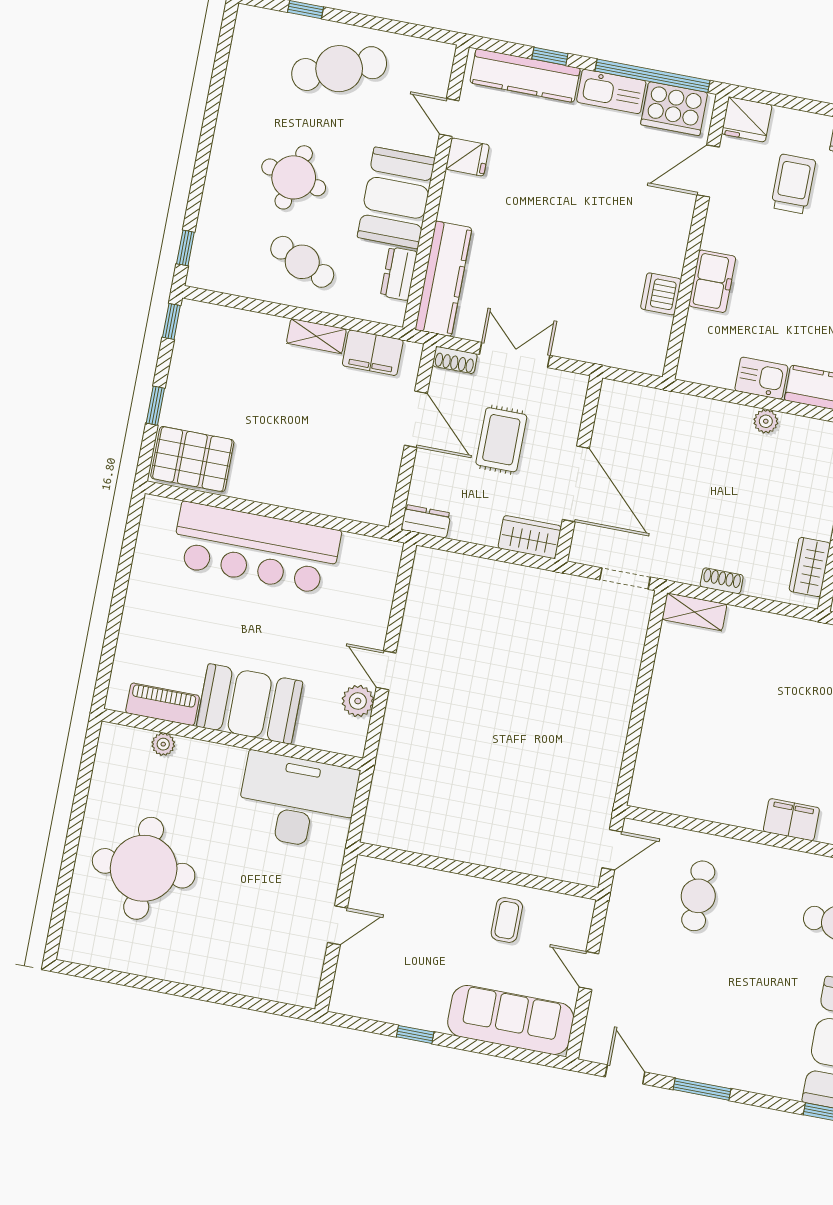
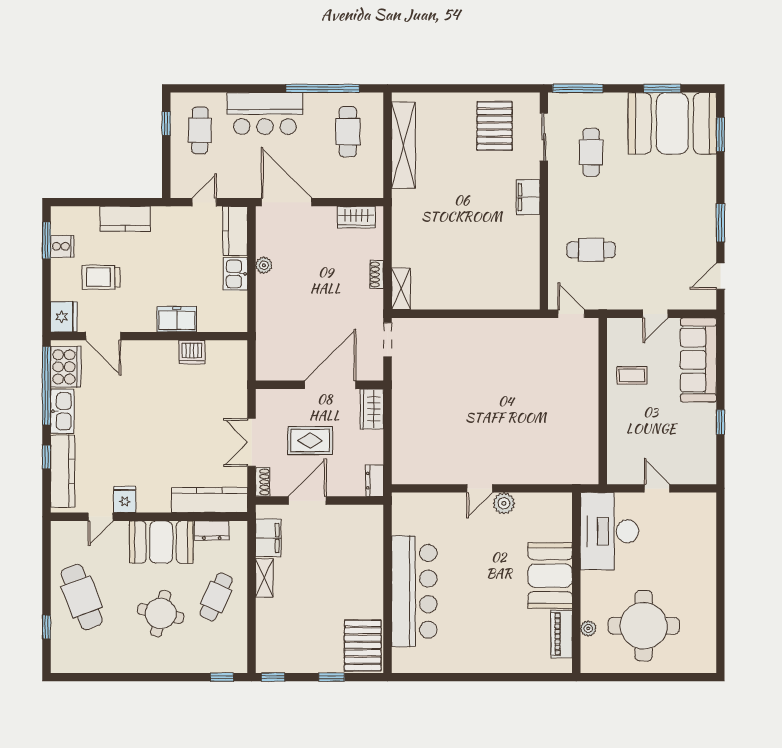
piano: (163, 704) -> (562, 634), moved
booth: (250, 704) -> (550, 576), moved
wall: (232, 740) -> (576, 583), moved
plant: (163, 744) -> (588, 628), moved
desk: (297, 801) -> (609, 531), moved

